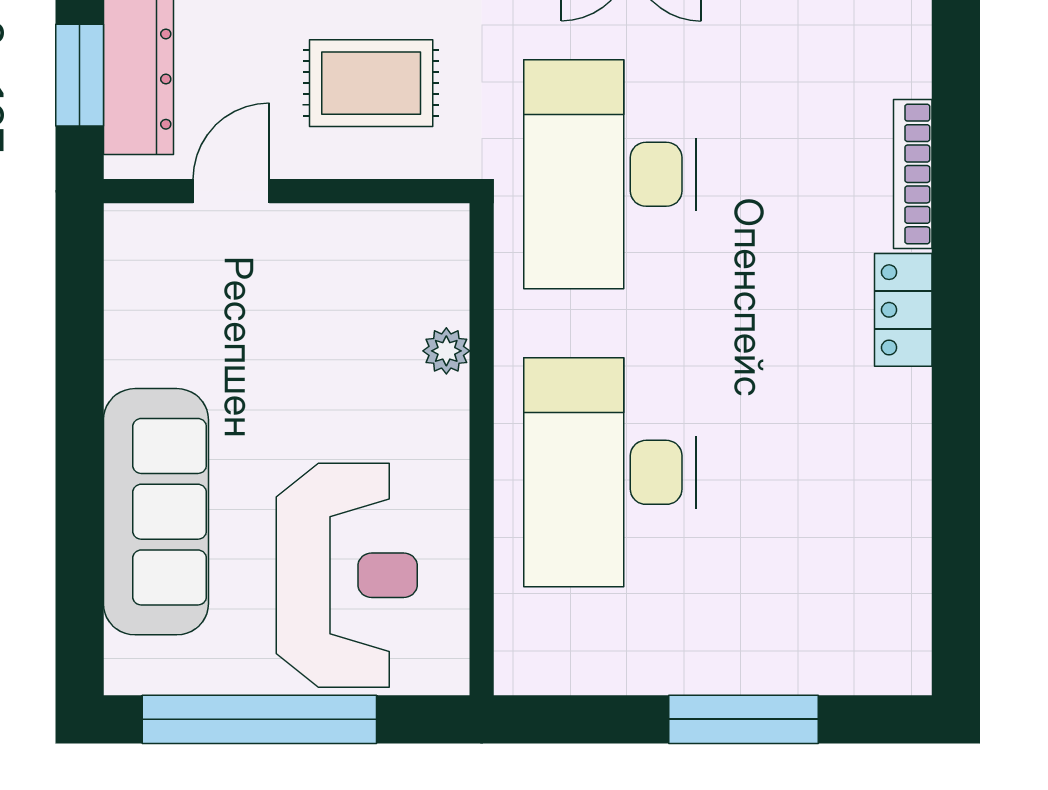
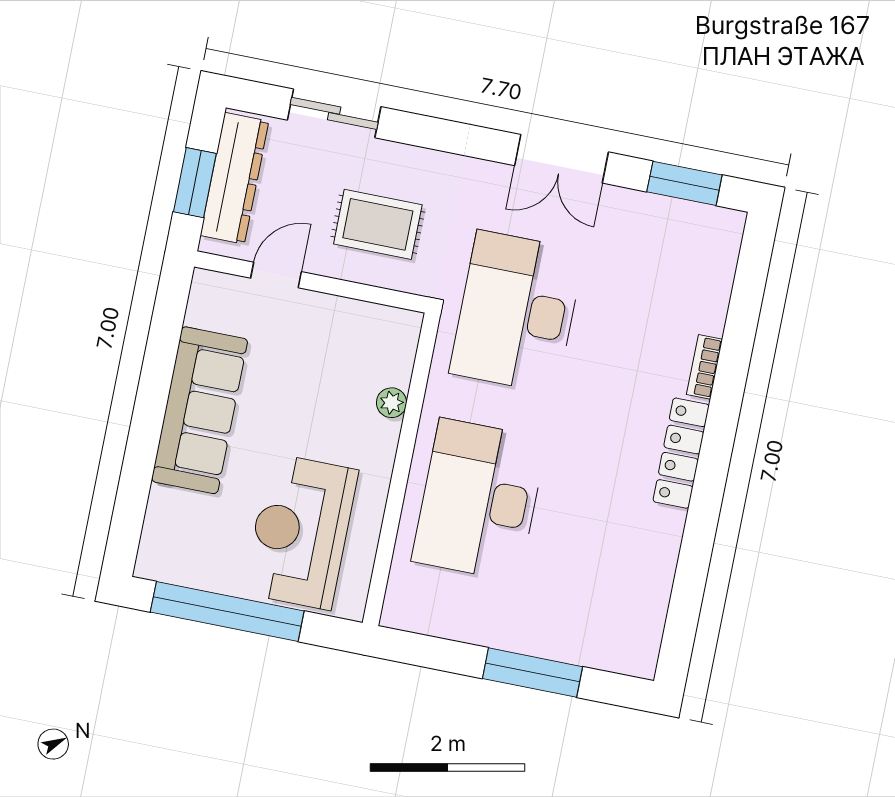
bookcase: (913, 174) -> (705, 367), width x0.64
locker: (903, 310) -> (681, 453), width x1.53
sofa: (156, 512) -> (200, 410), moved
reception desk: (347, 575) -> (300, 532), turned 180

